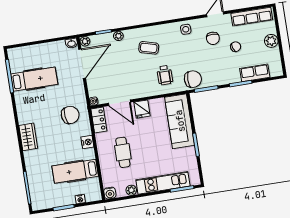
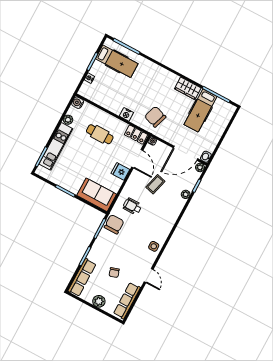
chair: (213, 38) -> (132, 261), removed
coffee table: (149, 48) -> (155, 184), moved
door: (82, 64) -> (186, 153), hinge flipped
row of seats: (255, 73) -> (82, 277), width x1.48
chair: (193, 79) -> (114, 224), turned 180
door: (119, 103) -> (137, 159), swing flipped
chair: (70, 115) -> (155, 117), turned 115
sofa: (180, 121) -> (97, 195), width x0.73
wardrobe: (28, 137) -> (188, 88), moved
hospital bed: (75, 171) -> (117, 61), moved, turned 90

